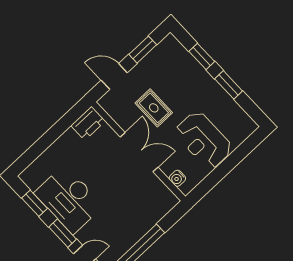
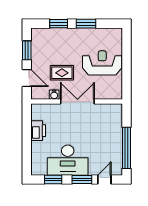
door: (114, 76) -> (27, 78), swing flipped
printer: (88, 123) -> (38, 131), moved
reception desk: (203, 140) -> (102, 63), turned 180
water cooler: (177, 178) -> (54, 95), moved

